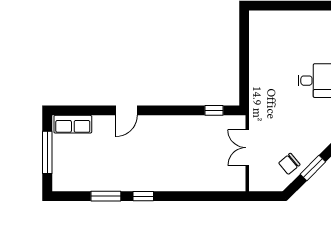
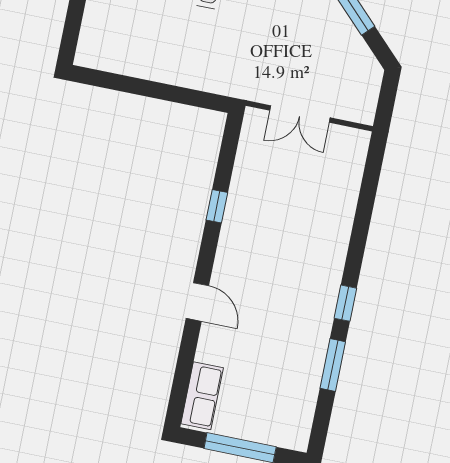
window: (214, 110) -> (217, 206), moved
chair: (289, 164) -> (341, 50), removed

